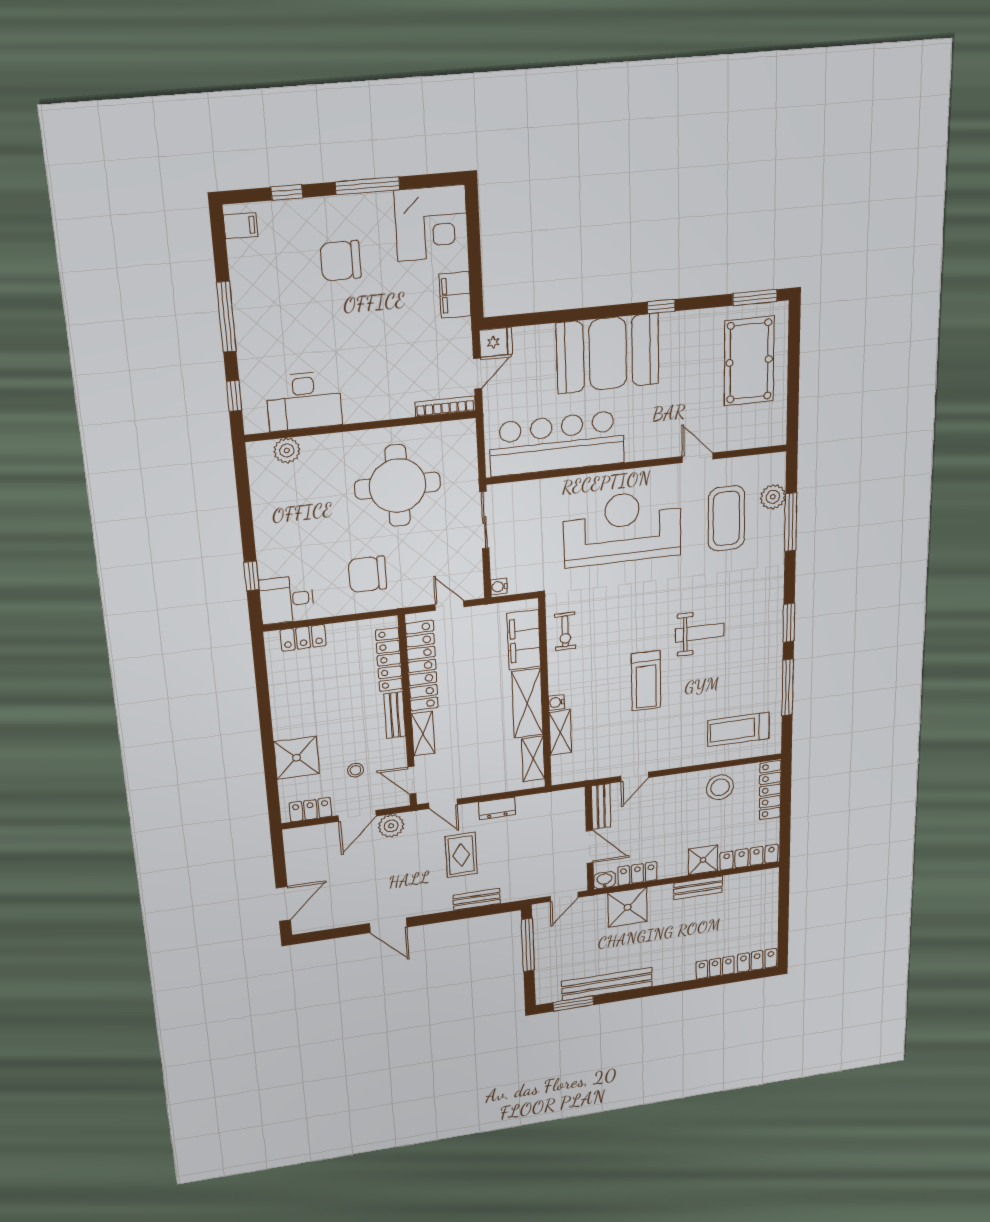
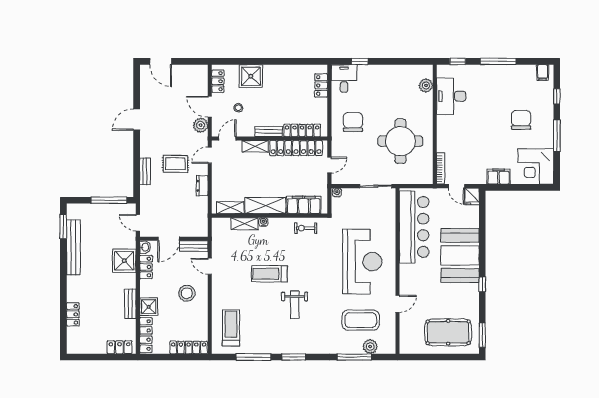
stool: (720, 787) -> (187, 293), moved
locker: (757, 960) -> (119, 347), moved, turned -90

